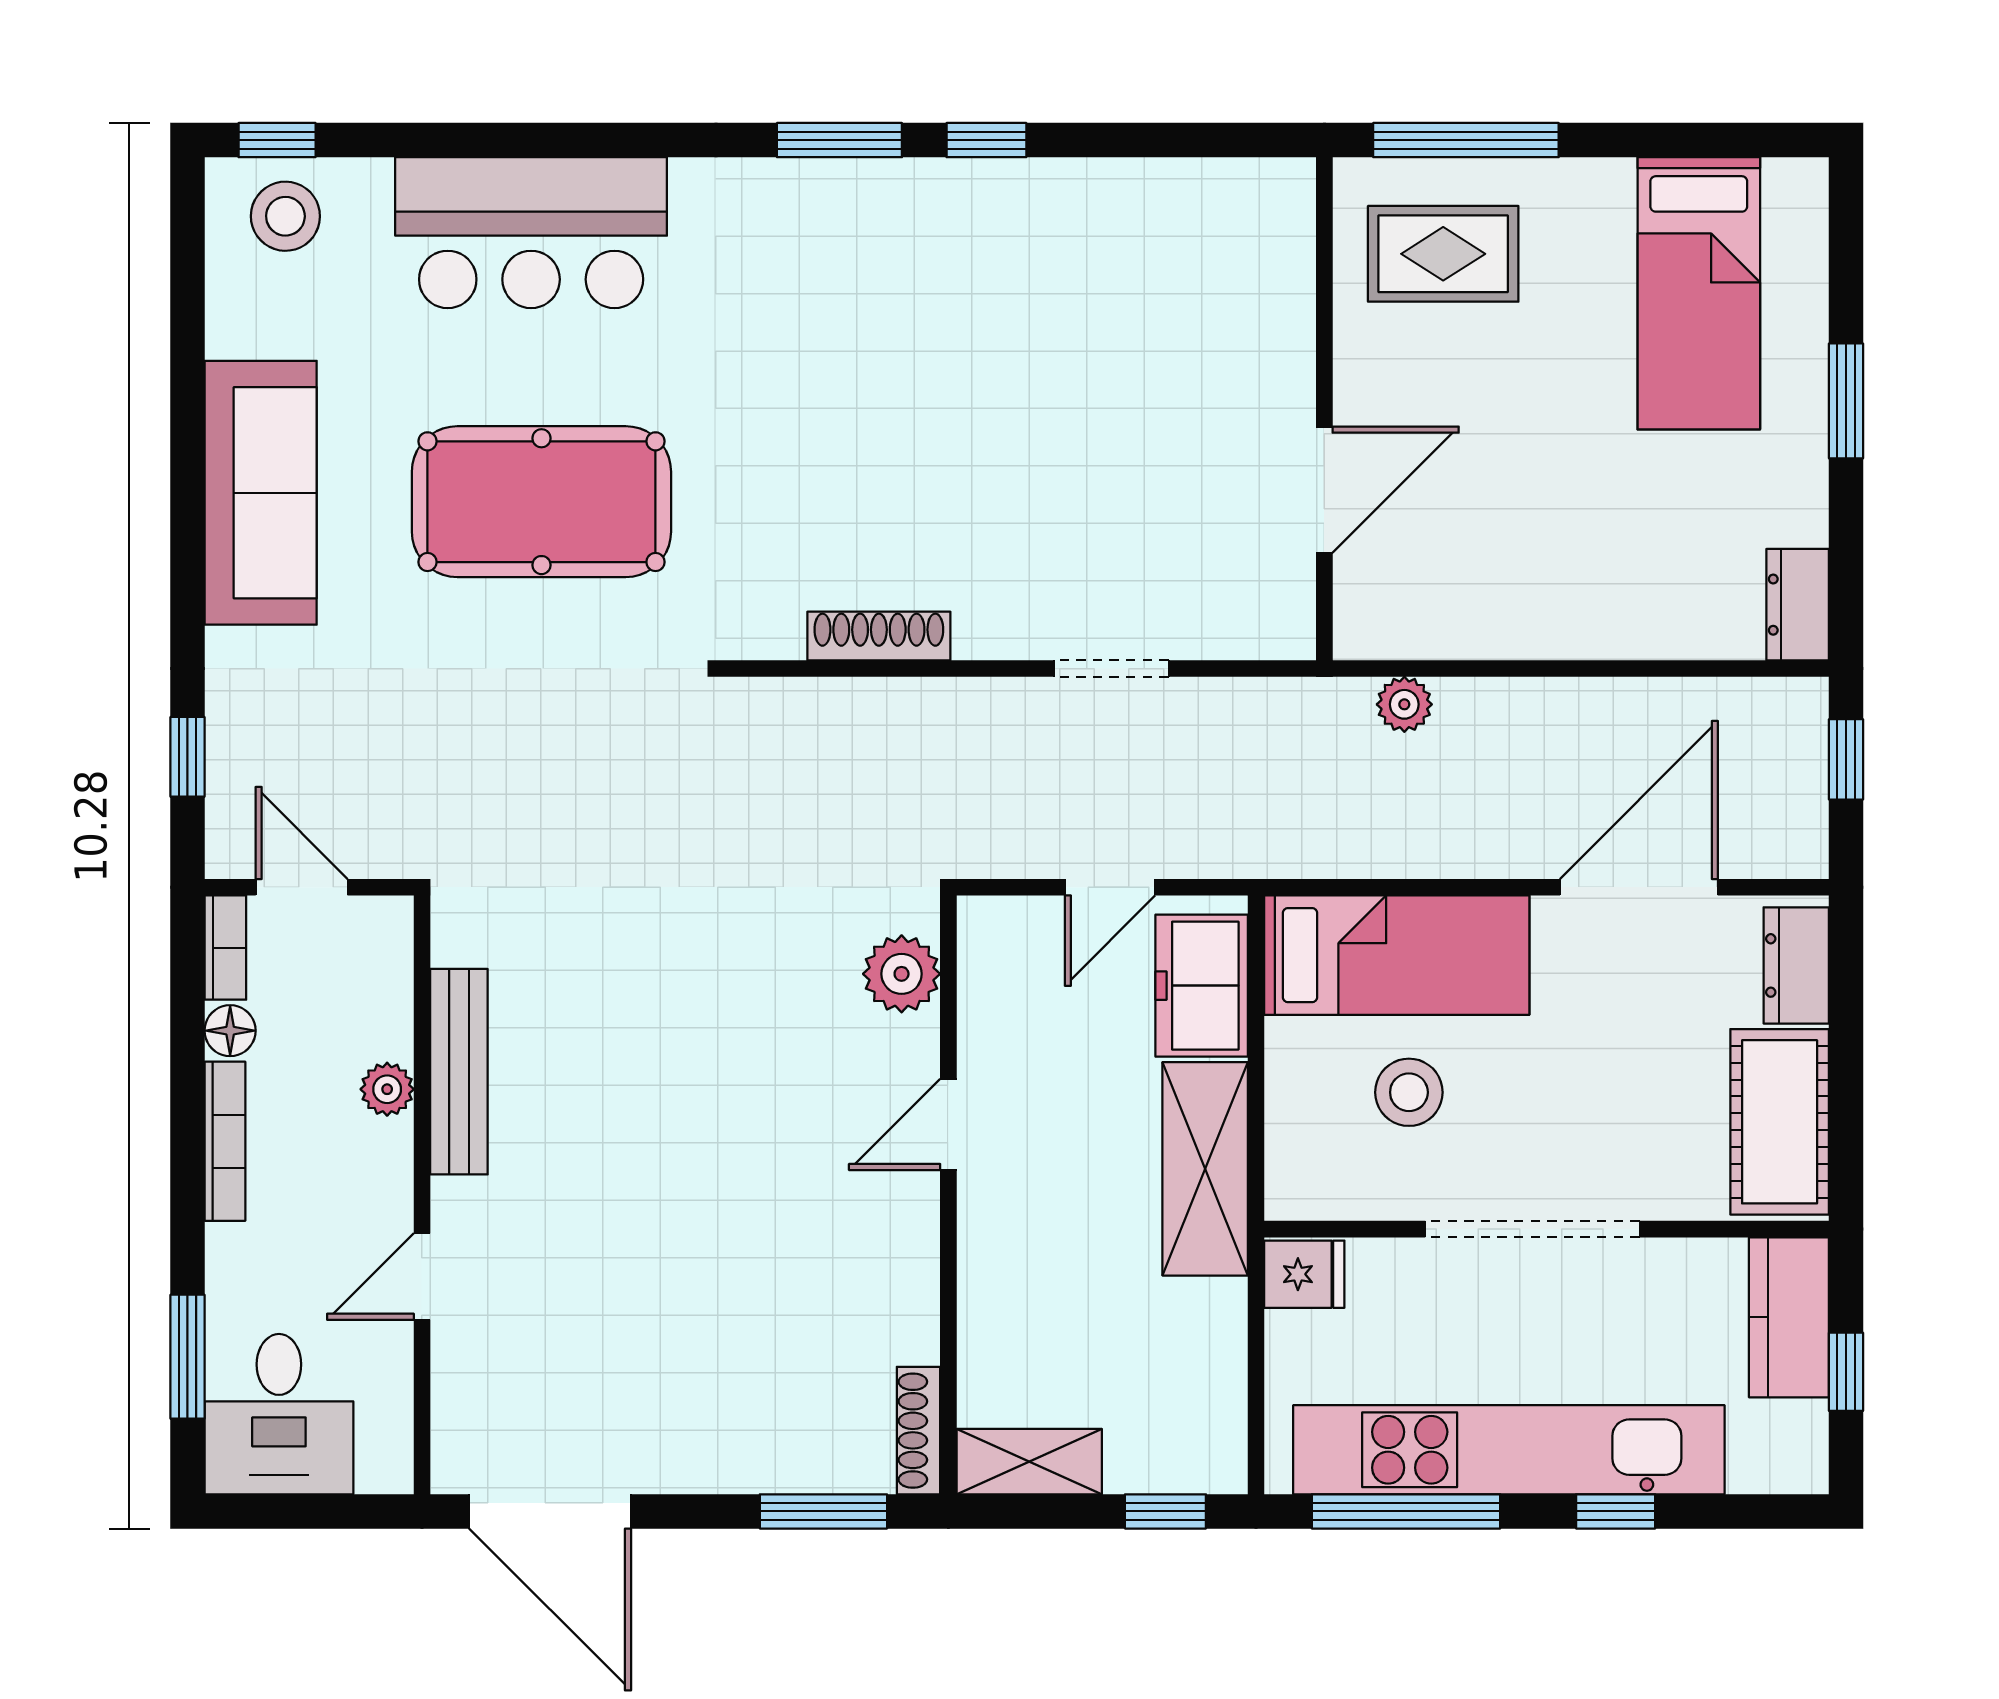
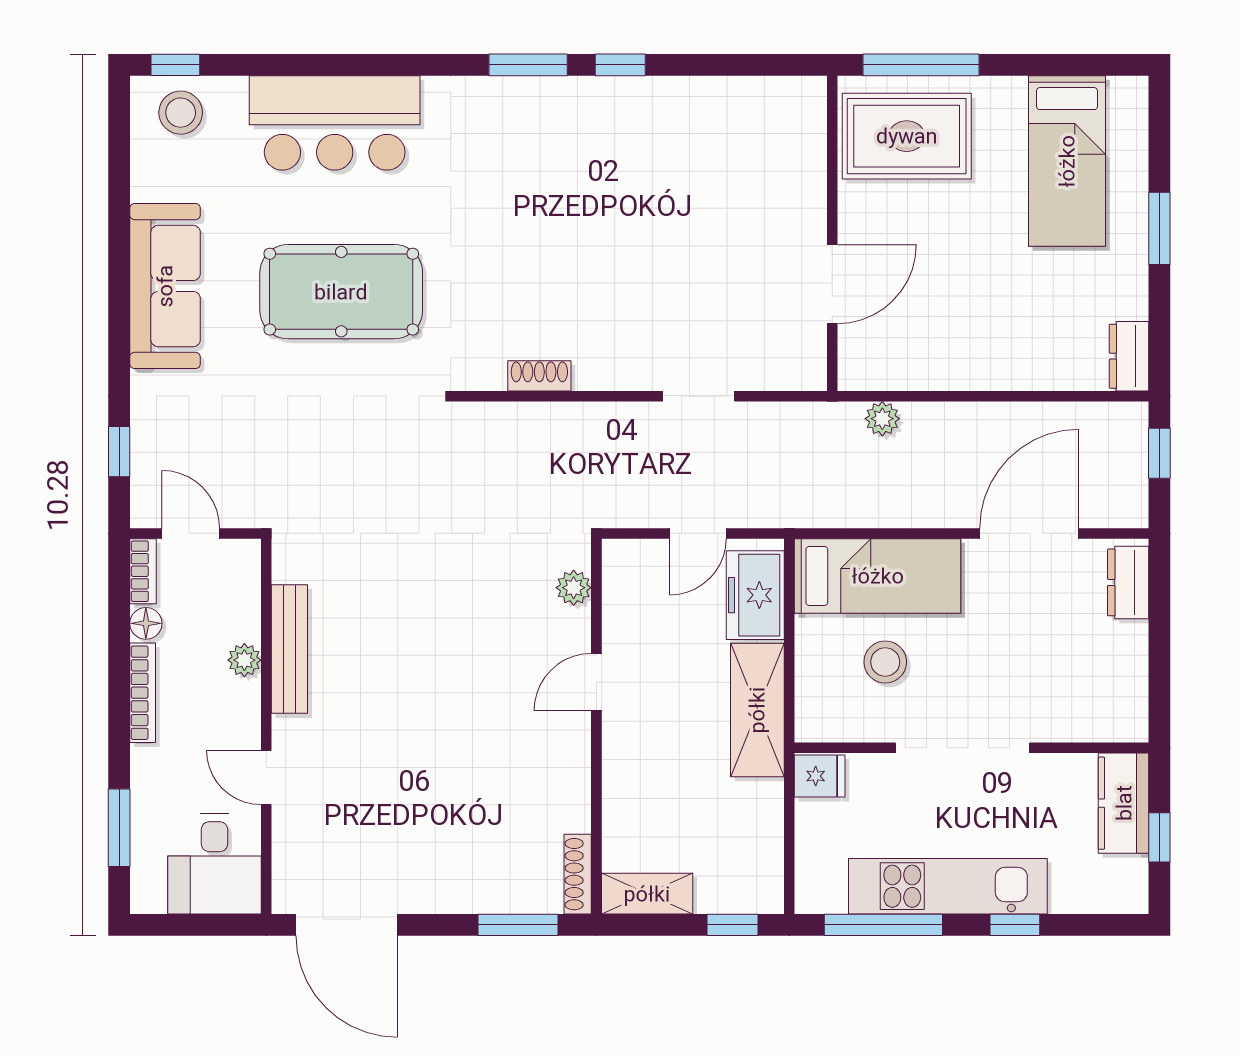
rug: (1443, 254) -> (907, 136), width x1.36, depth x1.43
shoe rack: (879, 636) -> (539, 376), width x0.70
plant: (902, 974) -> (574, 588), width x0.73, depth x0.73
cot: (1780, 1122) -> (1118, 680), removed
door: (422, 1277) -> (266, 778), hinge flipped
desk: (279, 1414) -> (214, 864), moved
kitchen unit: (1509, 1450) -> (948, 886), width x0.73

